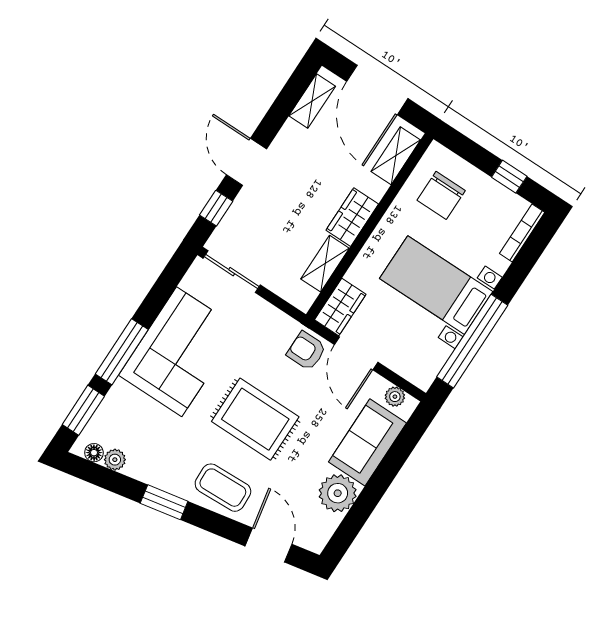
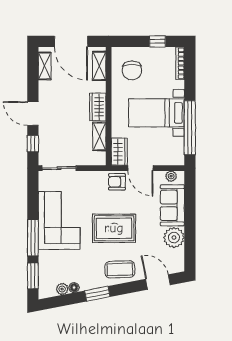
floor lamp: (94, 453) -> (74, 288), moved

